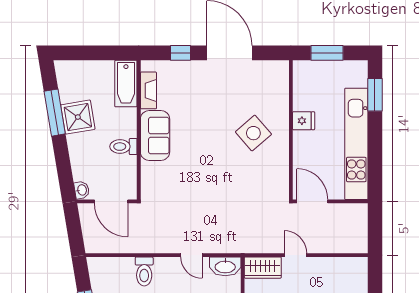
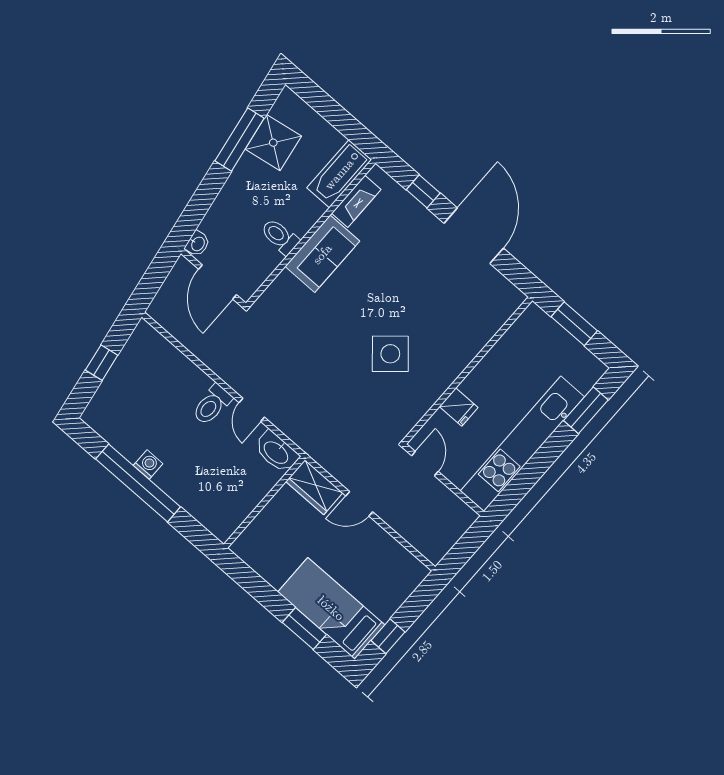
shower: (78, 117) -> (273, 143), moved
fridge: (304, 121) -> (459, 407), moved
side table: (253, 133) -> (390, 354), moved
door: (312, 201) -> (425, 464), width x0.73
door: (295, 255) -> (359, 504), swing flipped
toilet: (144, 271) -> (212, 405), moved

